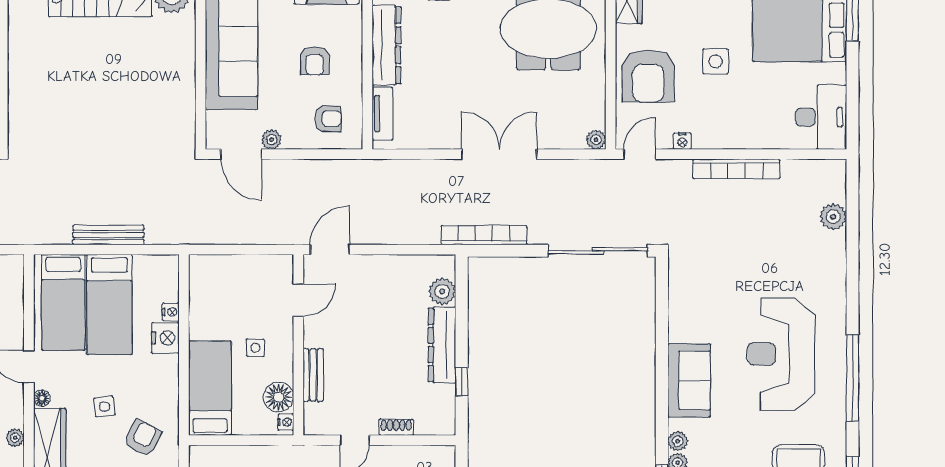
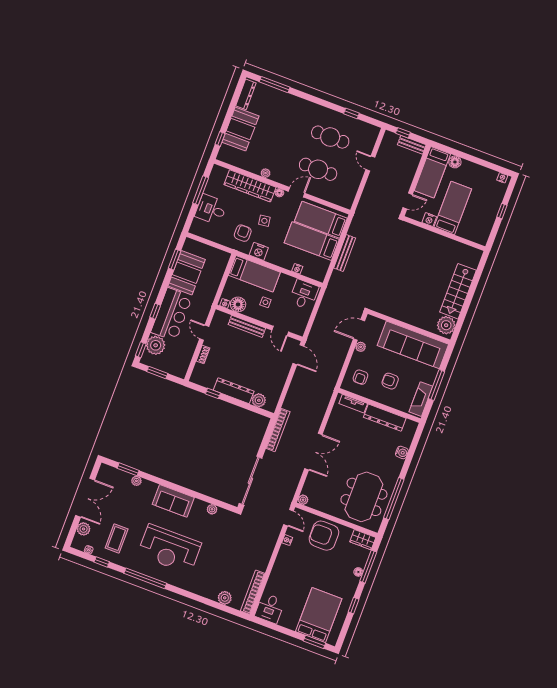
side table: (716, 61) -> (319, 570), removed
desk: (821, 117) -> (270, 608), width x0.73
bookcase: (736, 169) -> (253, 592), moved
desk: (214, 282) -> (304, 294), added
nightstand: (165, 338) -> (259, 251), moved
reception desk: (781, 354) -> (169, 549), turned 180
bench: (313, 375) -> (247, 326), width x1.36
armchair: (143, 438) -> (243, 233), turned -117
plant: (678, 441) -> (212, 509), moved

